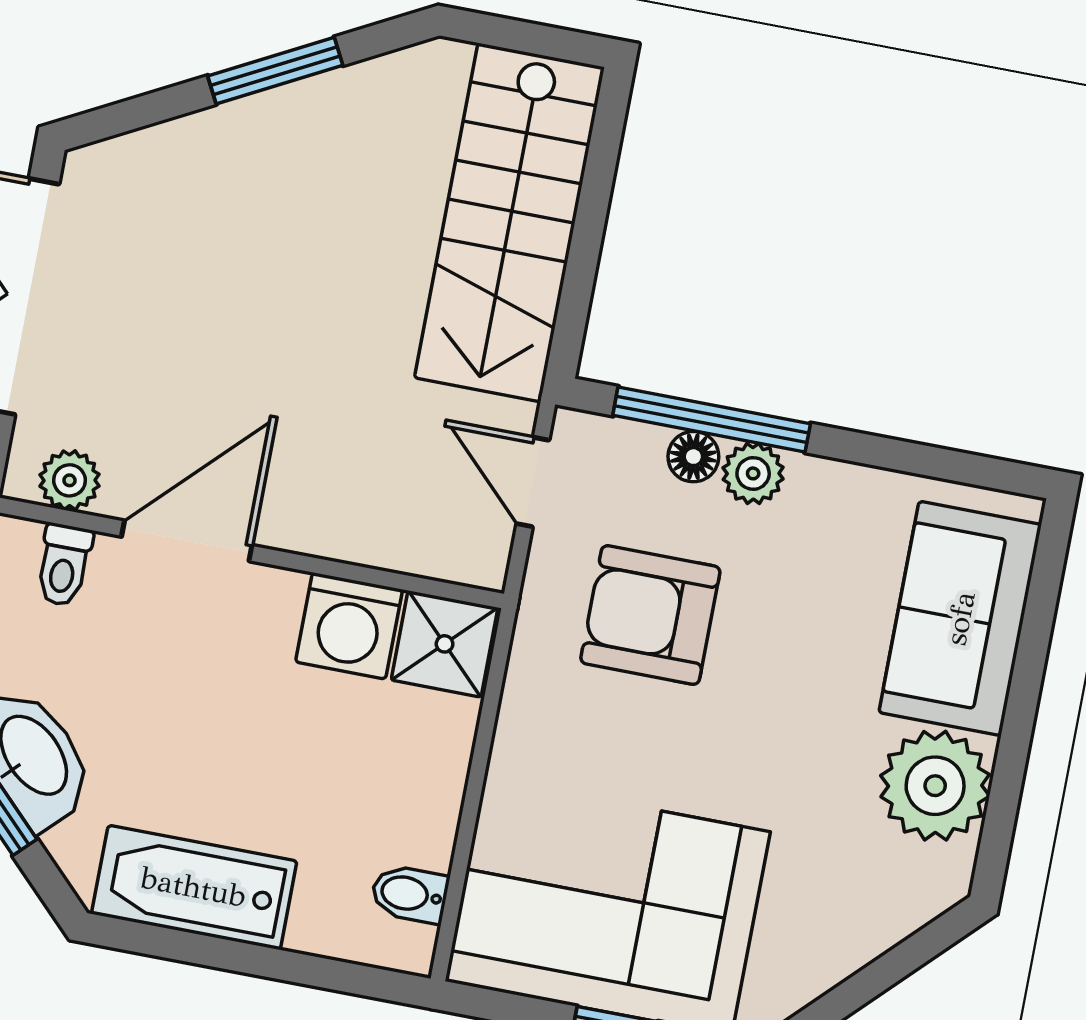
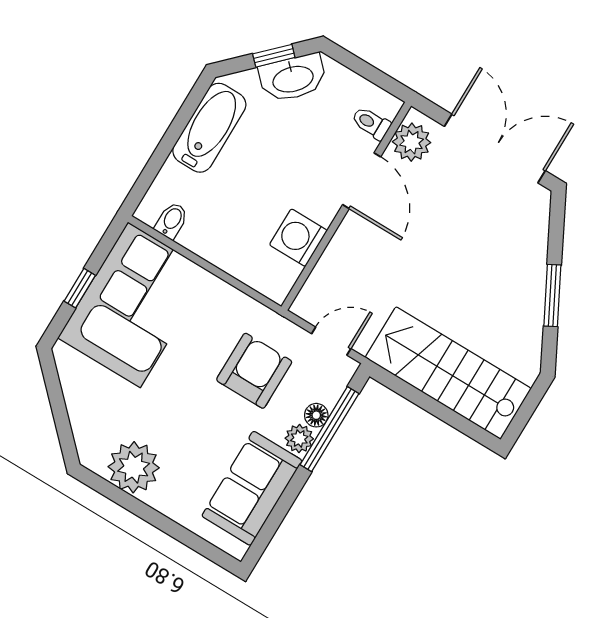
plant: (69, 480) -> (412, 142), width x1.38, depth x1.38
sofa: (960, 618) -> (252, 488), moved, turned -90
shower: (445, 644) -> (275, 276), removed

